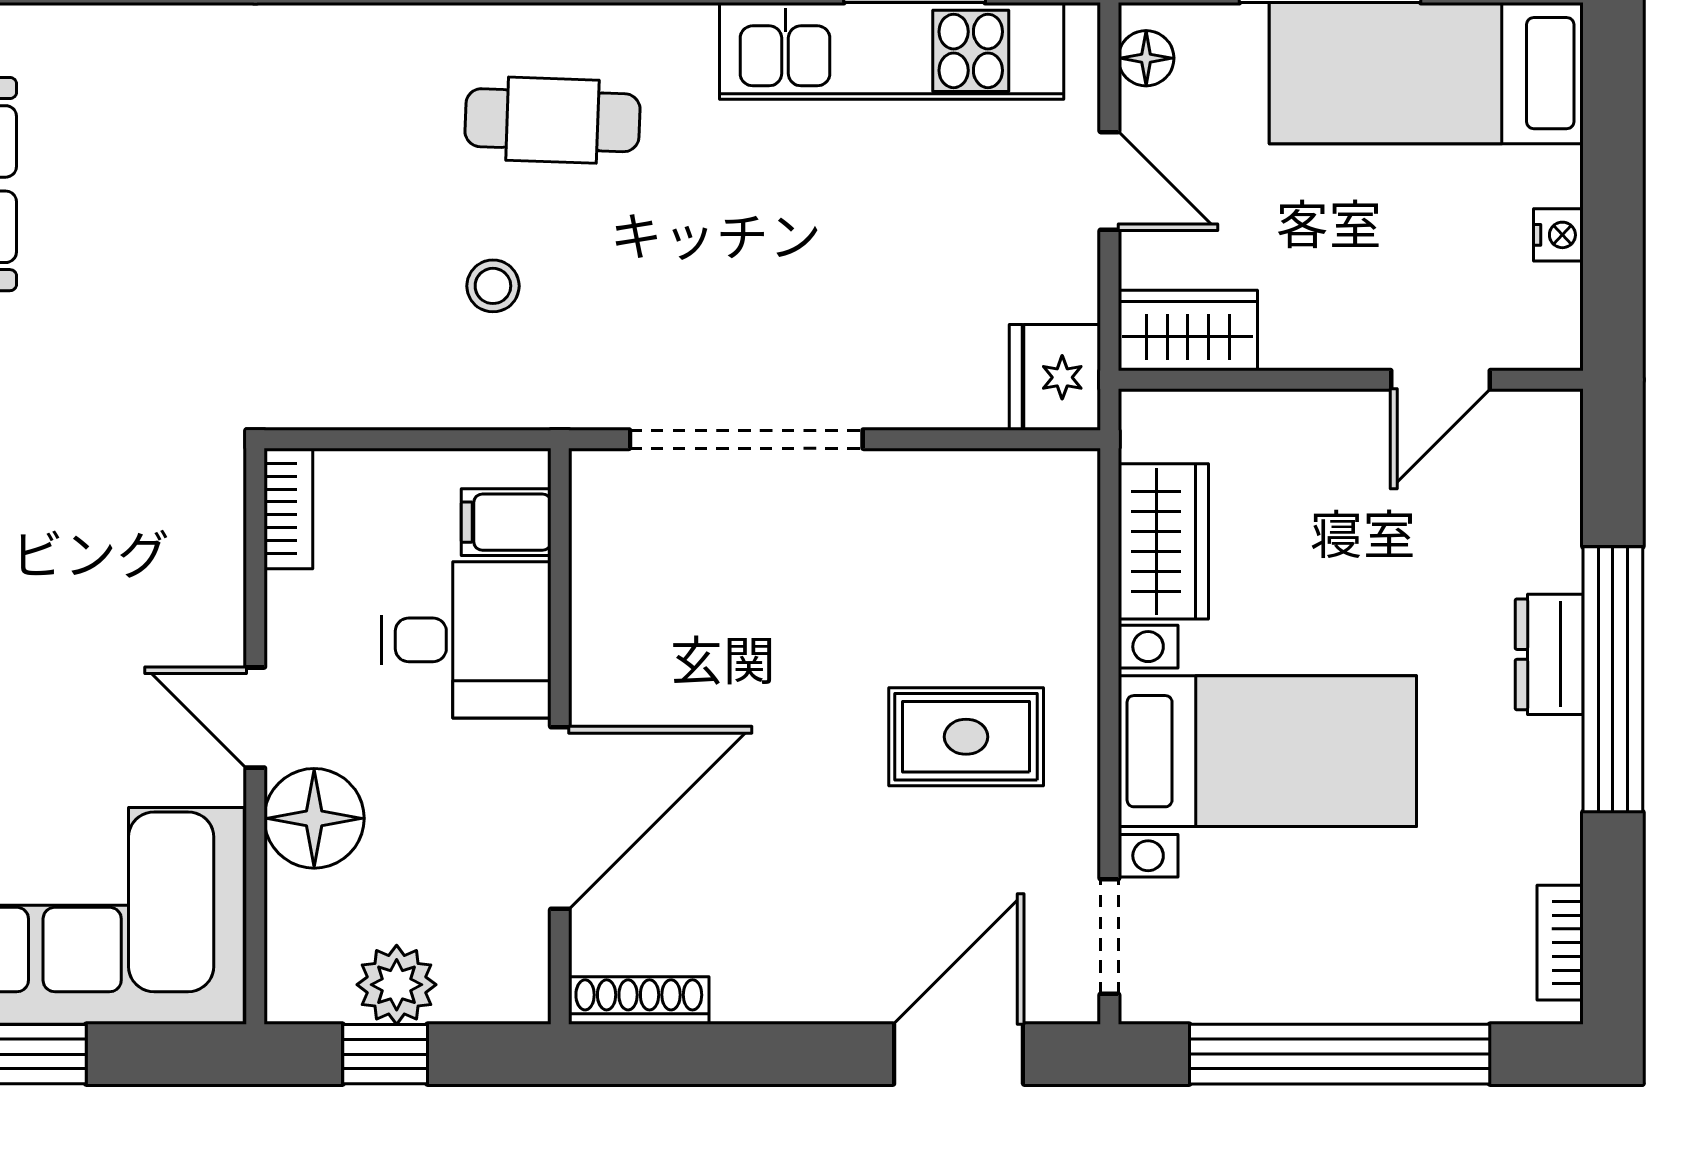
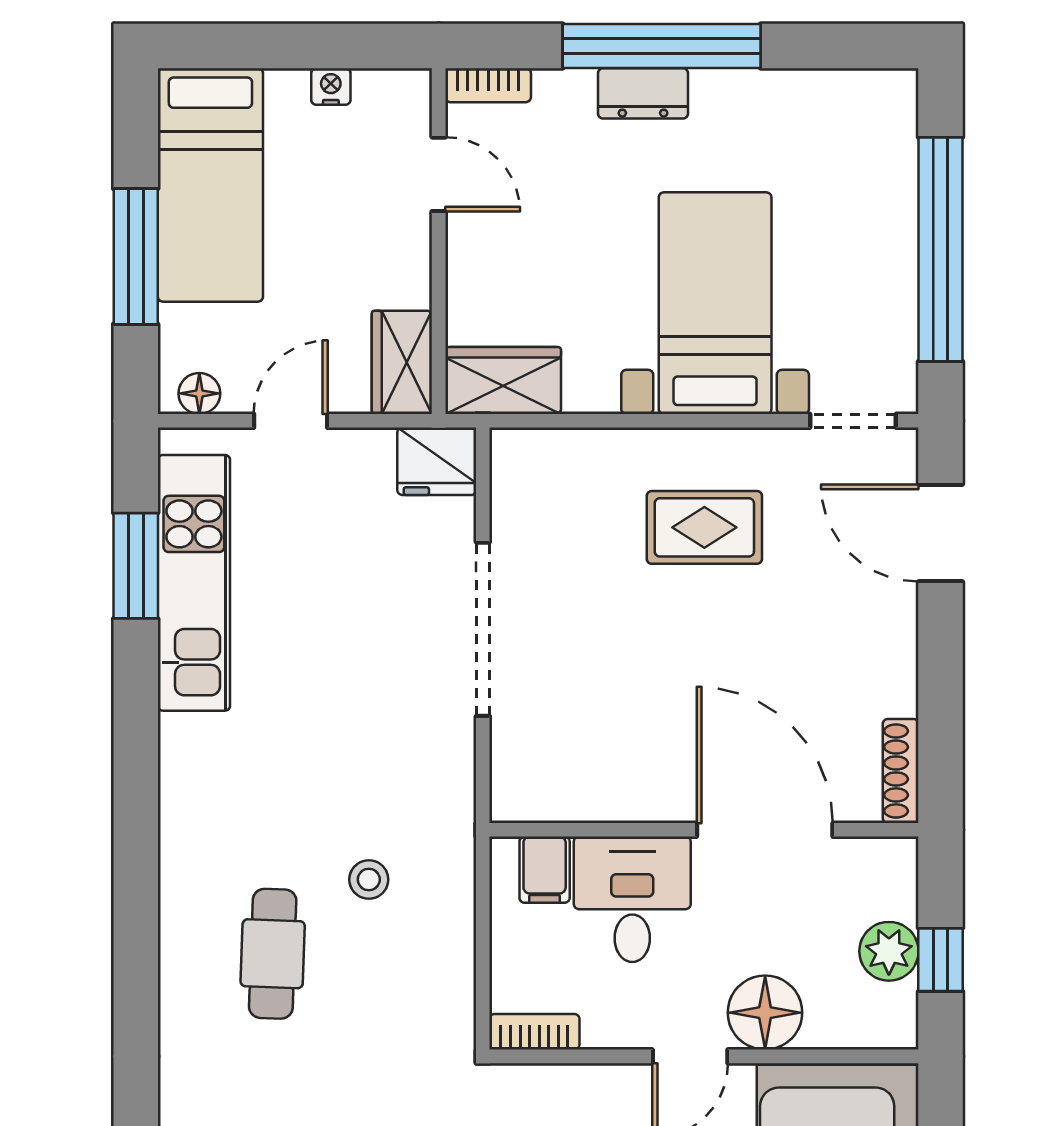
cafe table: (552, 120) -> (273, 954), moved
doorway: (746, 439) -> (483, 629), moved
wardrobe: (1163, 541) -> (503, 381), moved
rug: (966, 737) -> (704, 527), turned 90
bookcase: (1560, 943) -> (488, 85), moved

